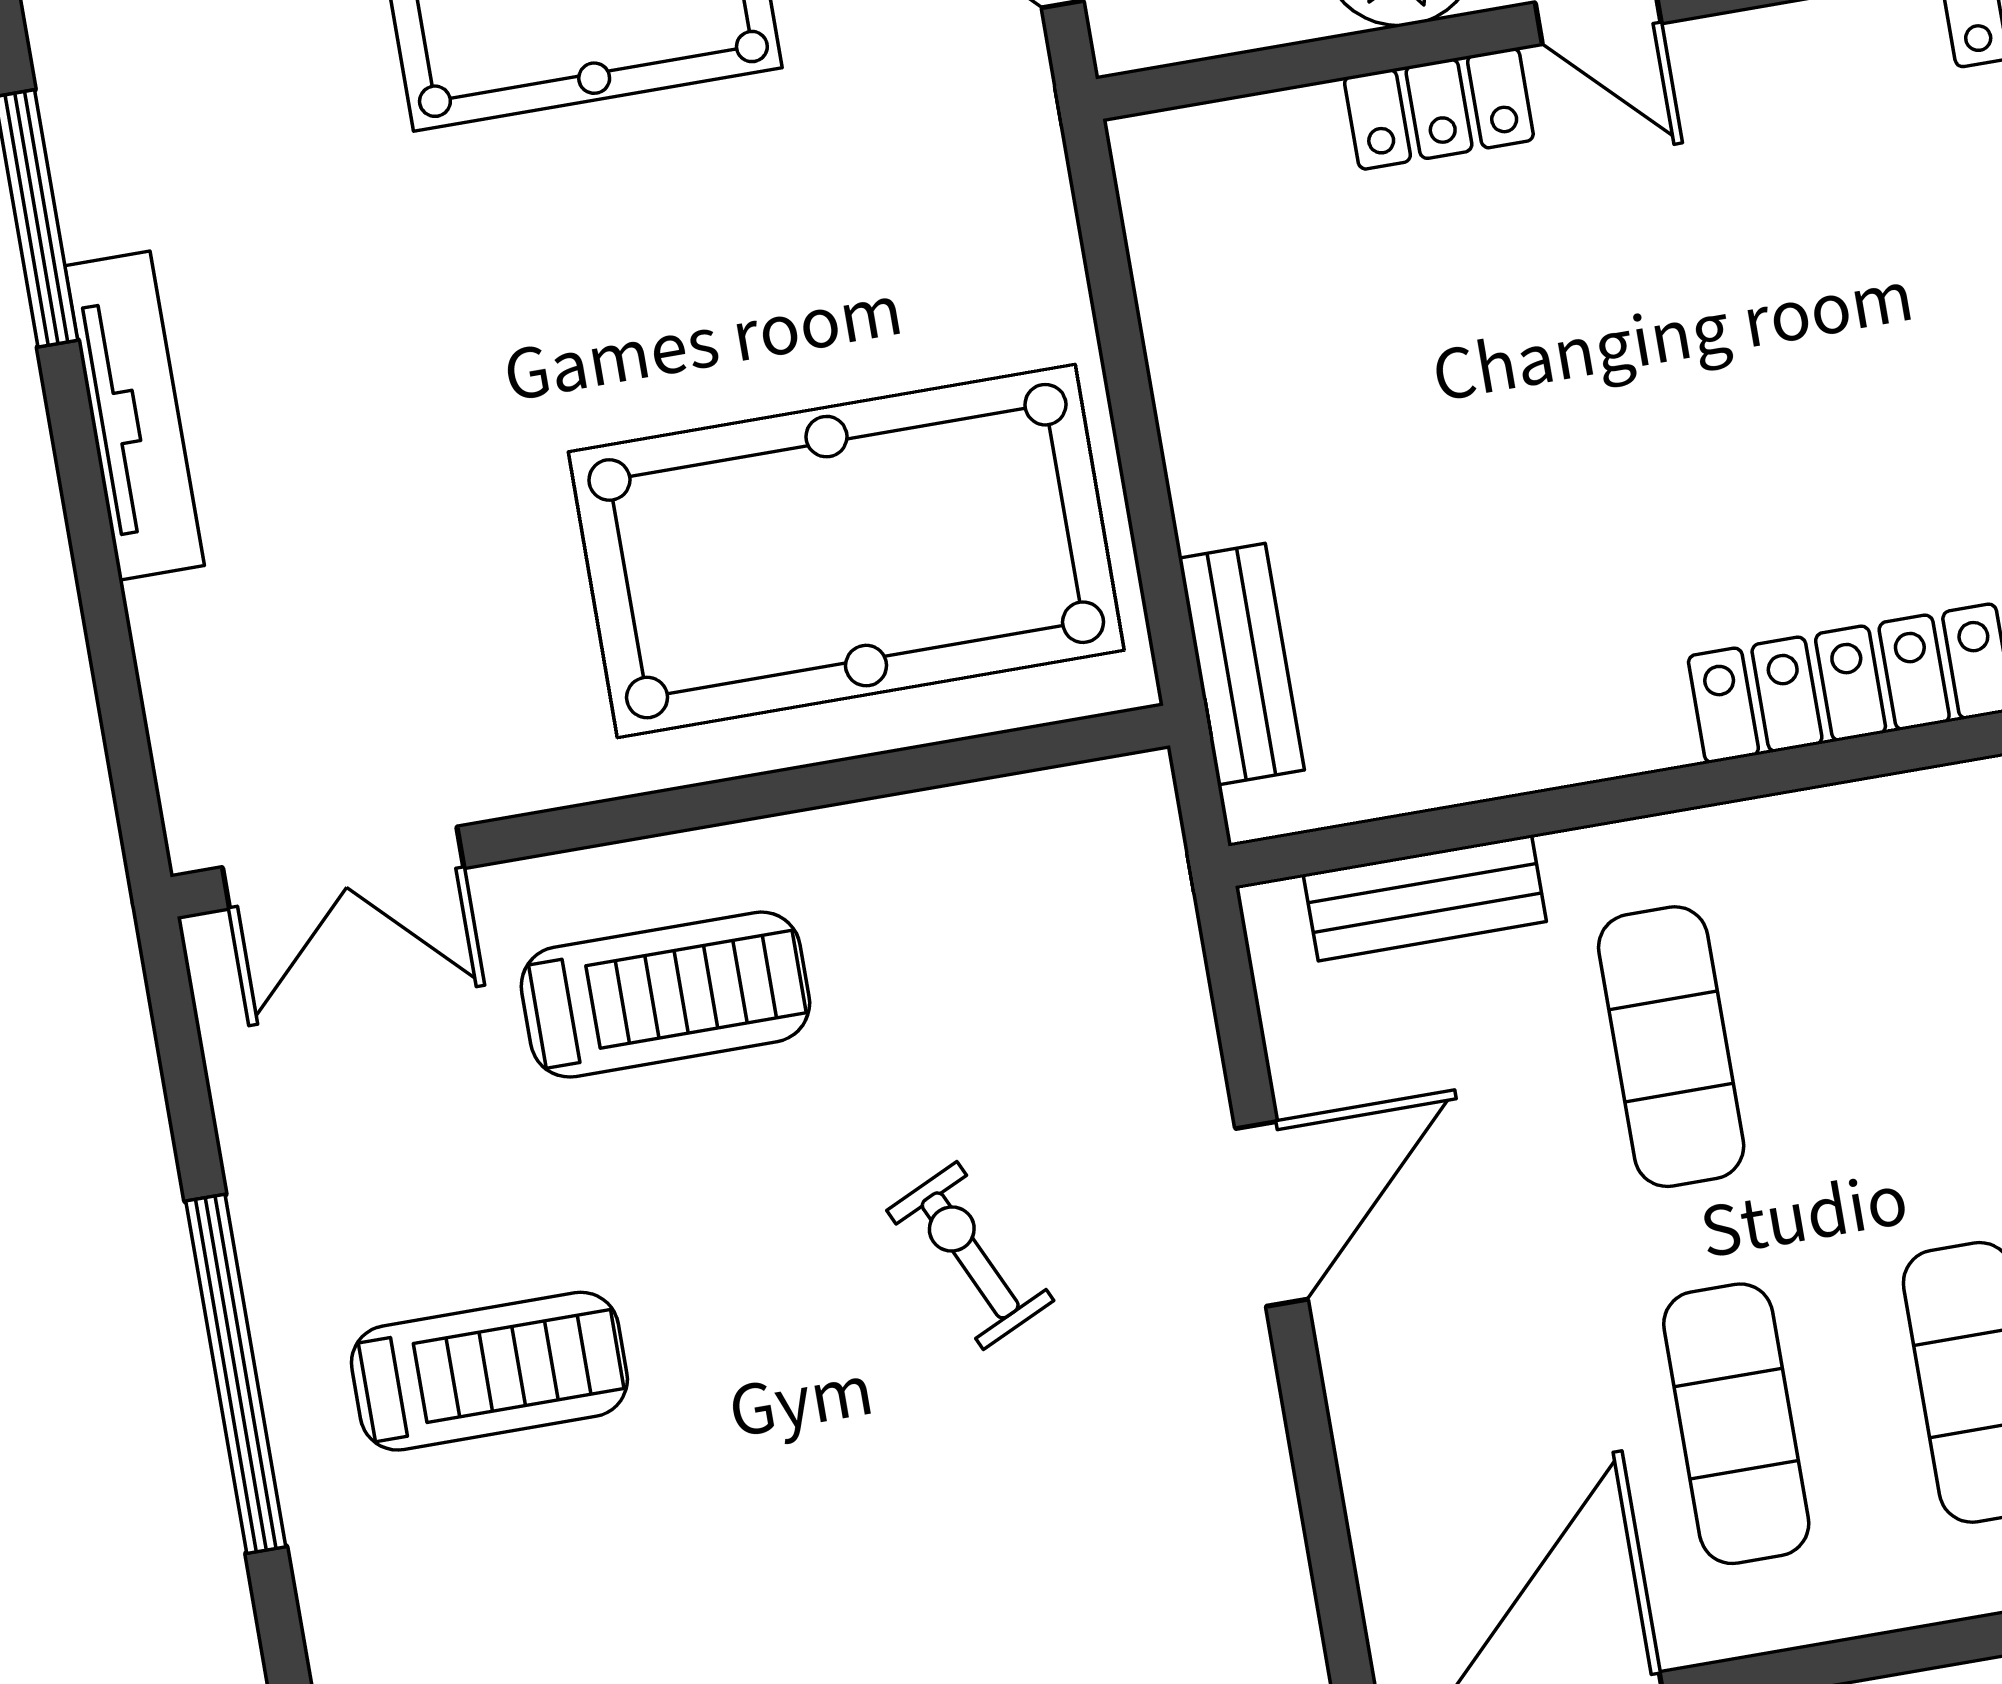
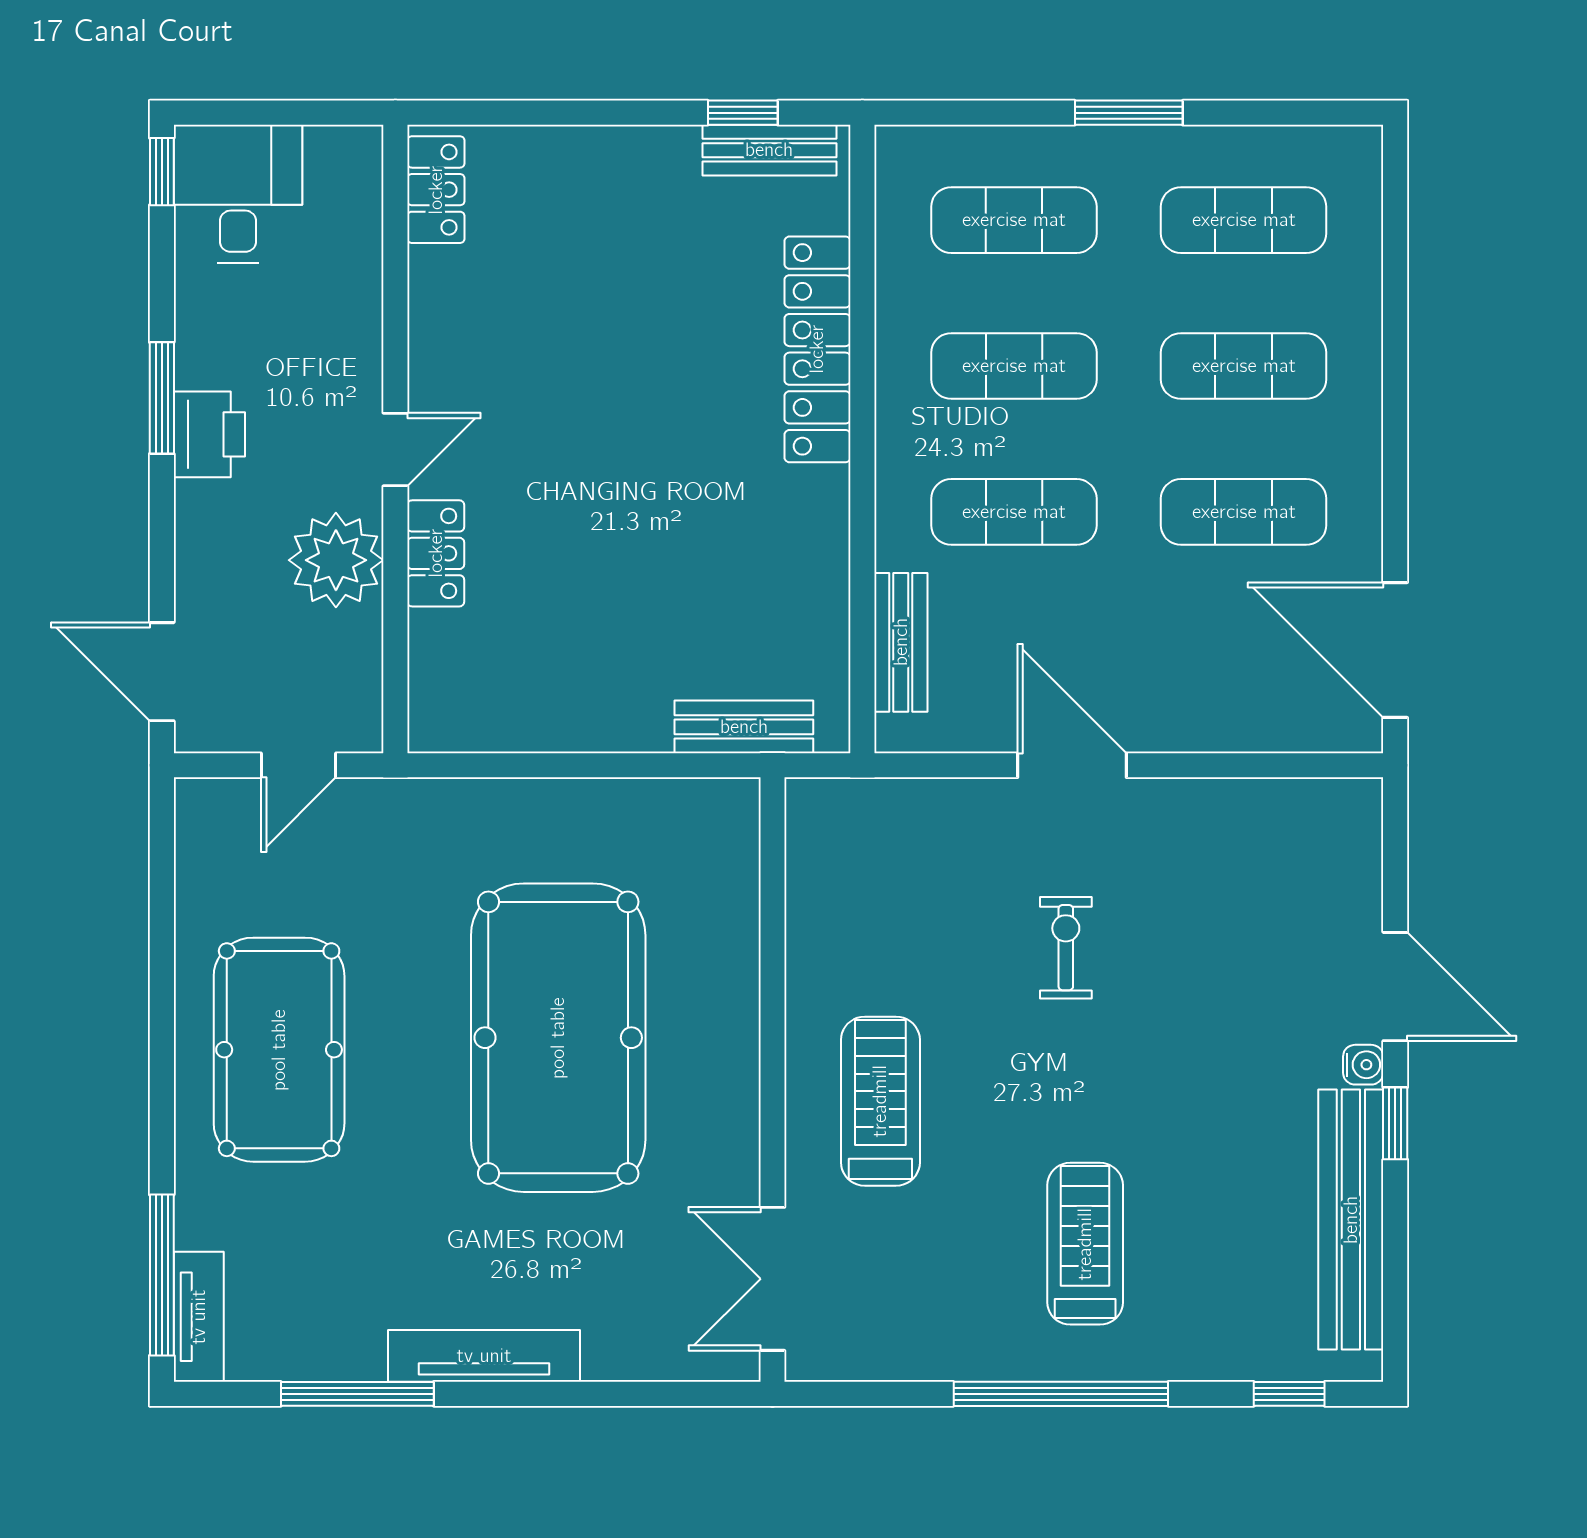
pool table: (846, 551) -> (558, 1038), moved
double door: (343, 868) -> (773, 1279), swing flipped
exercise mat: (1911, 1005) -> (1014, 366), added
exercise bike: (970, 1255) -> (1066, 948), turned 115

